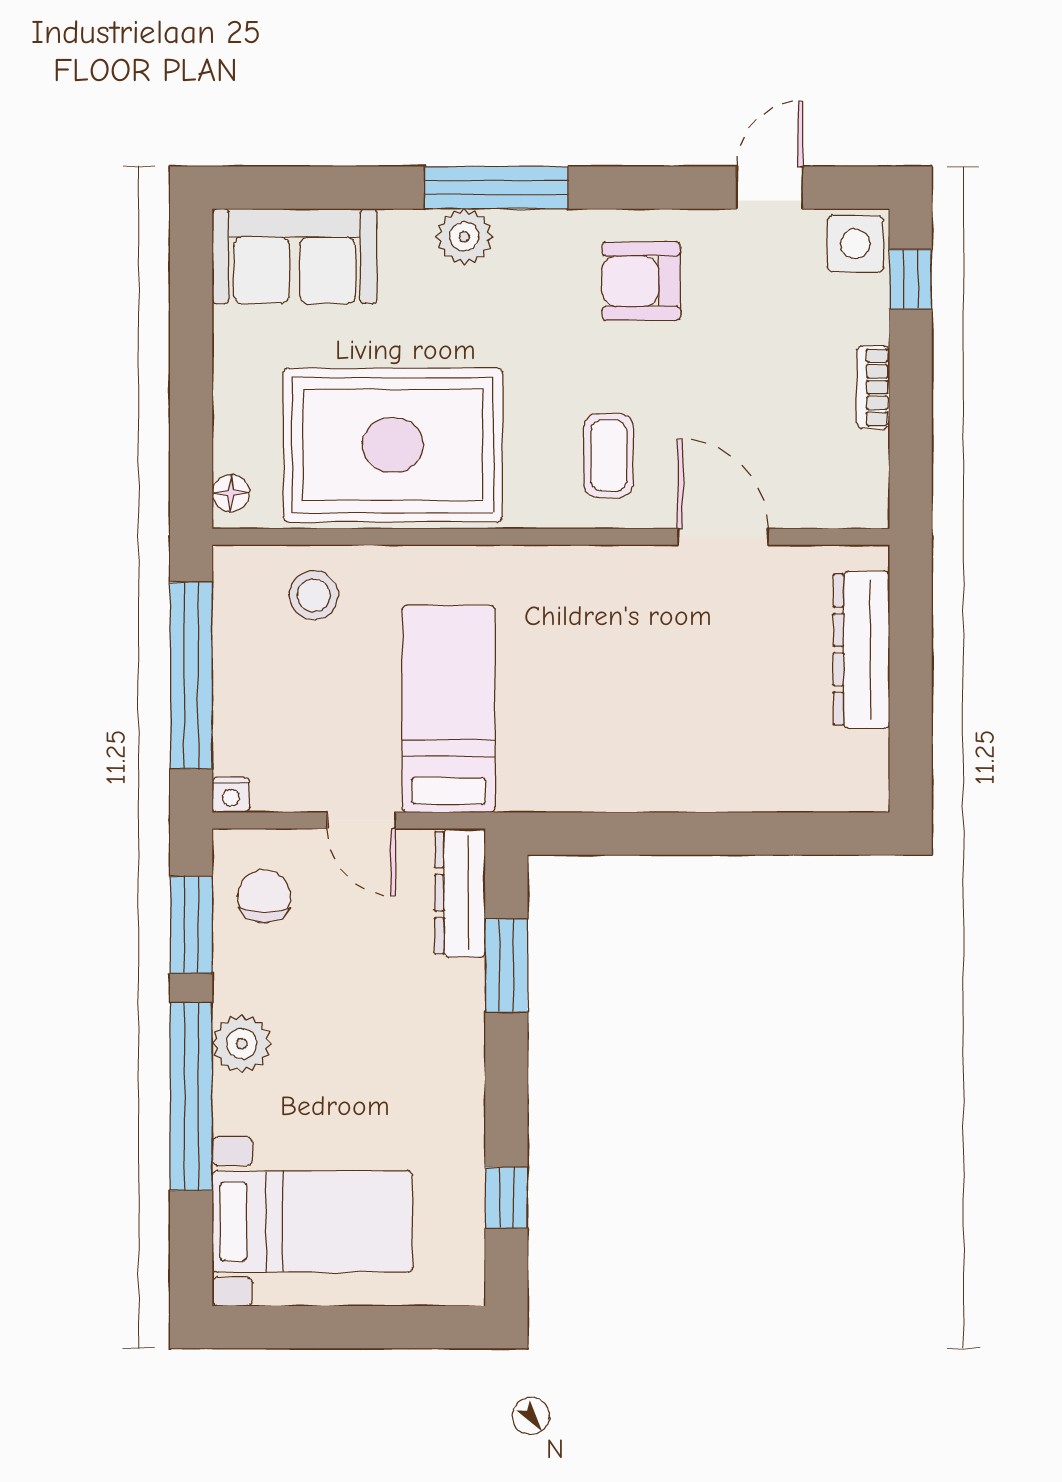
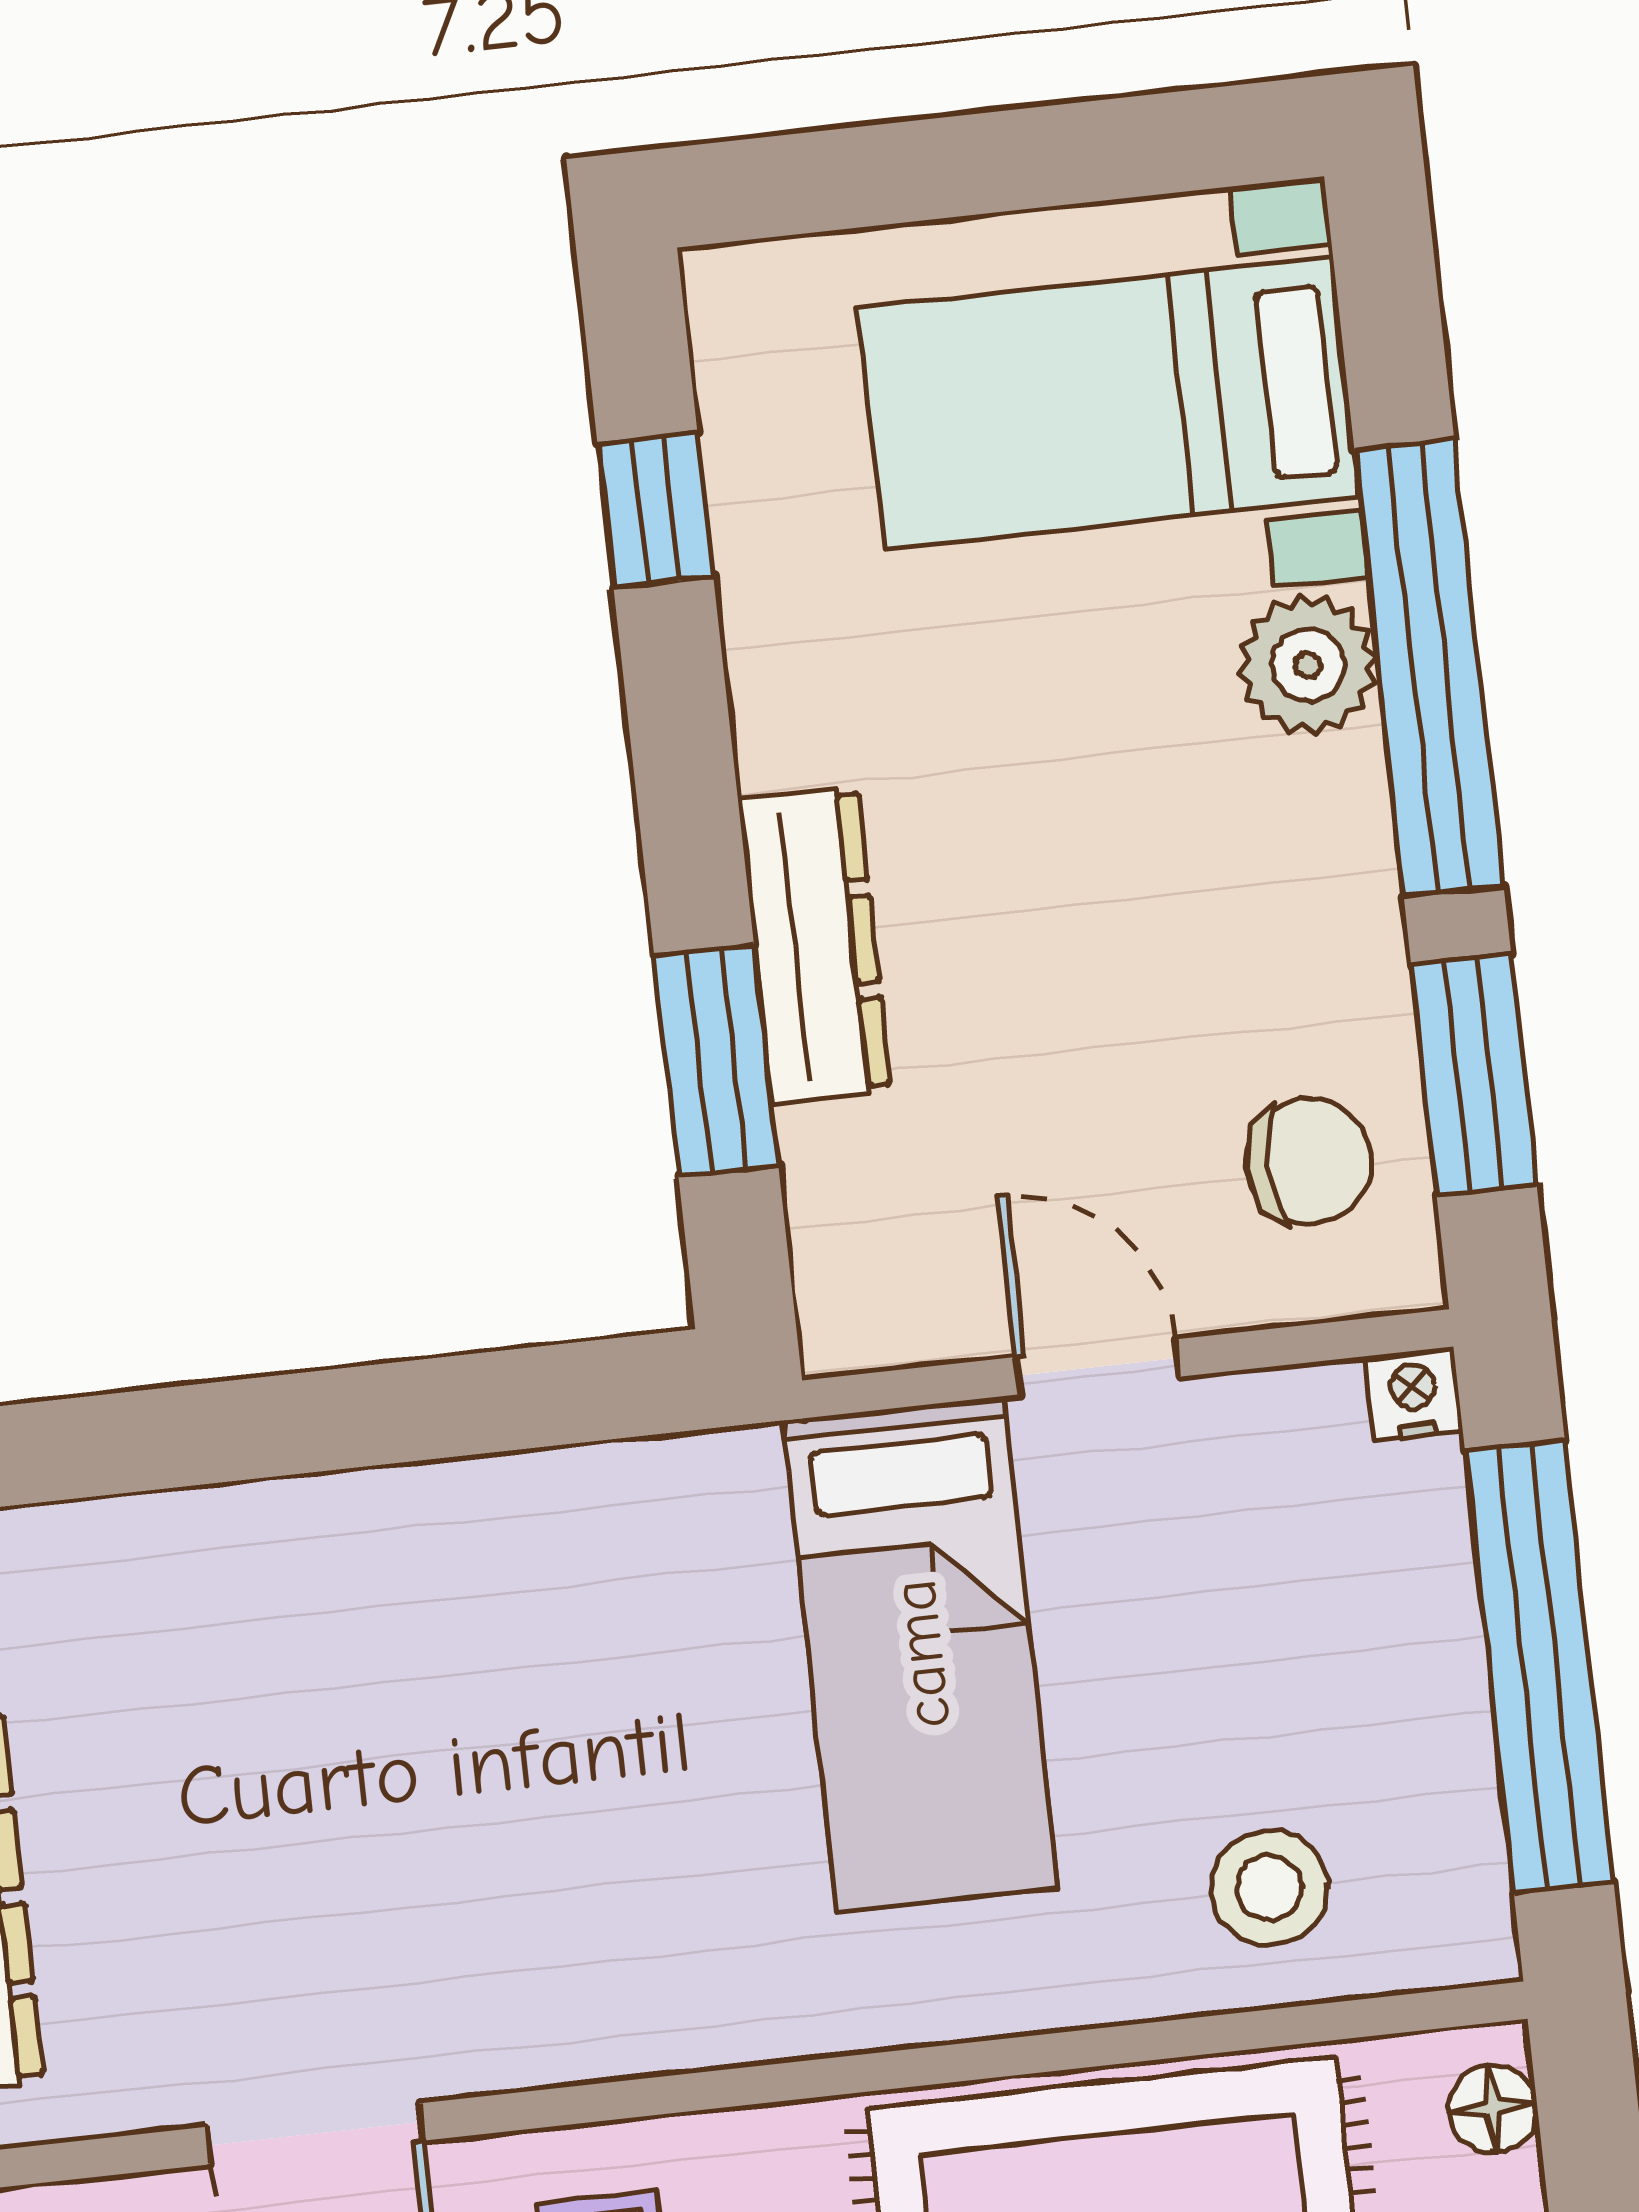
dresser: (460, 893) -> (815, 945), moved
chair: (264, 896) -> (1309, 1161), turned -90
plant: (242, 1044) -> (1308, 665), moved

